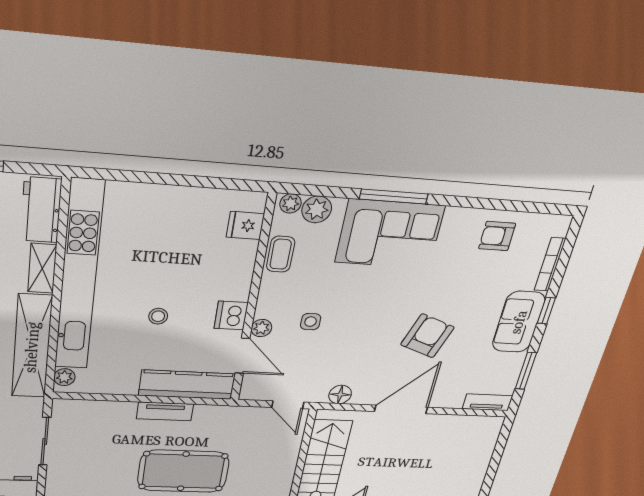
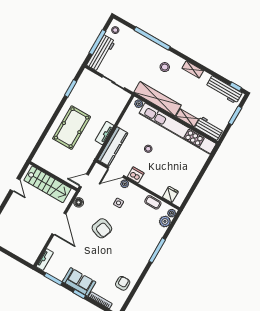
corner sofa: (390, 234) -> (142, 244), removed
armchair: (427, 336) -> (102, 228), moved

